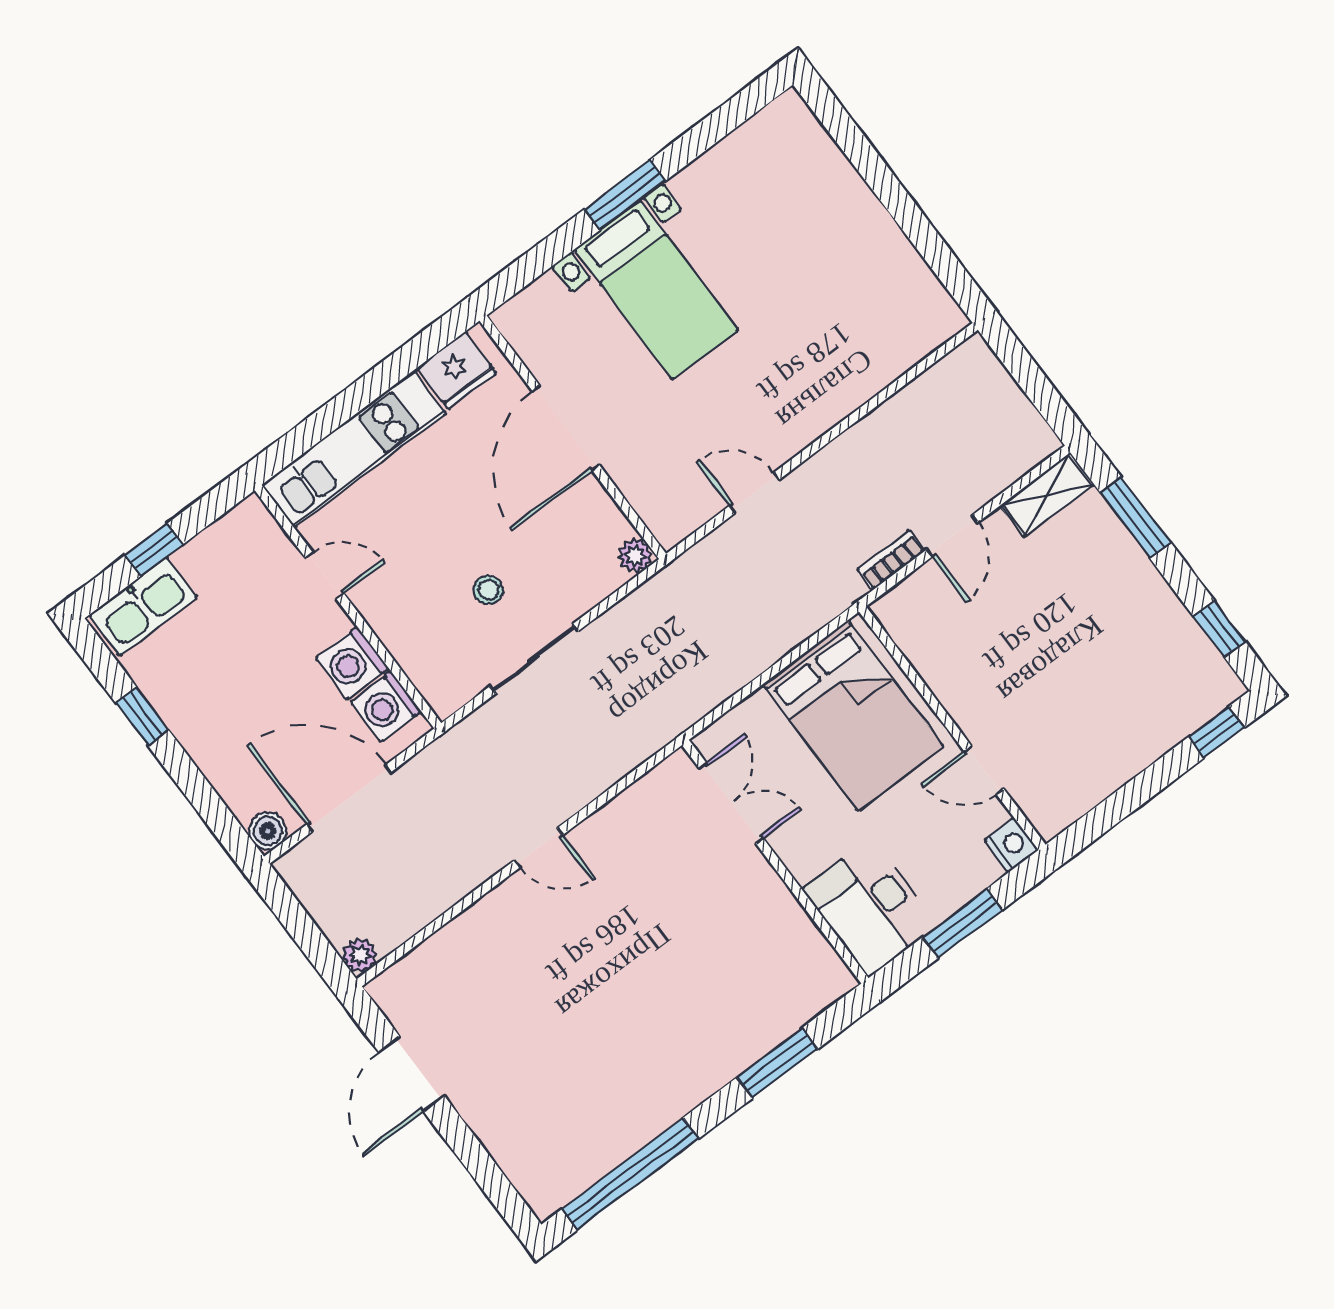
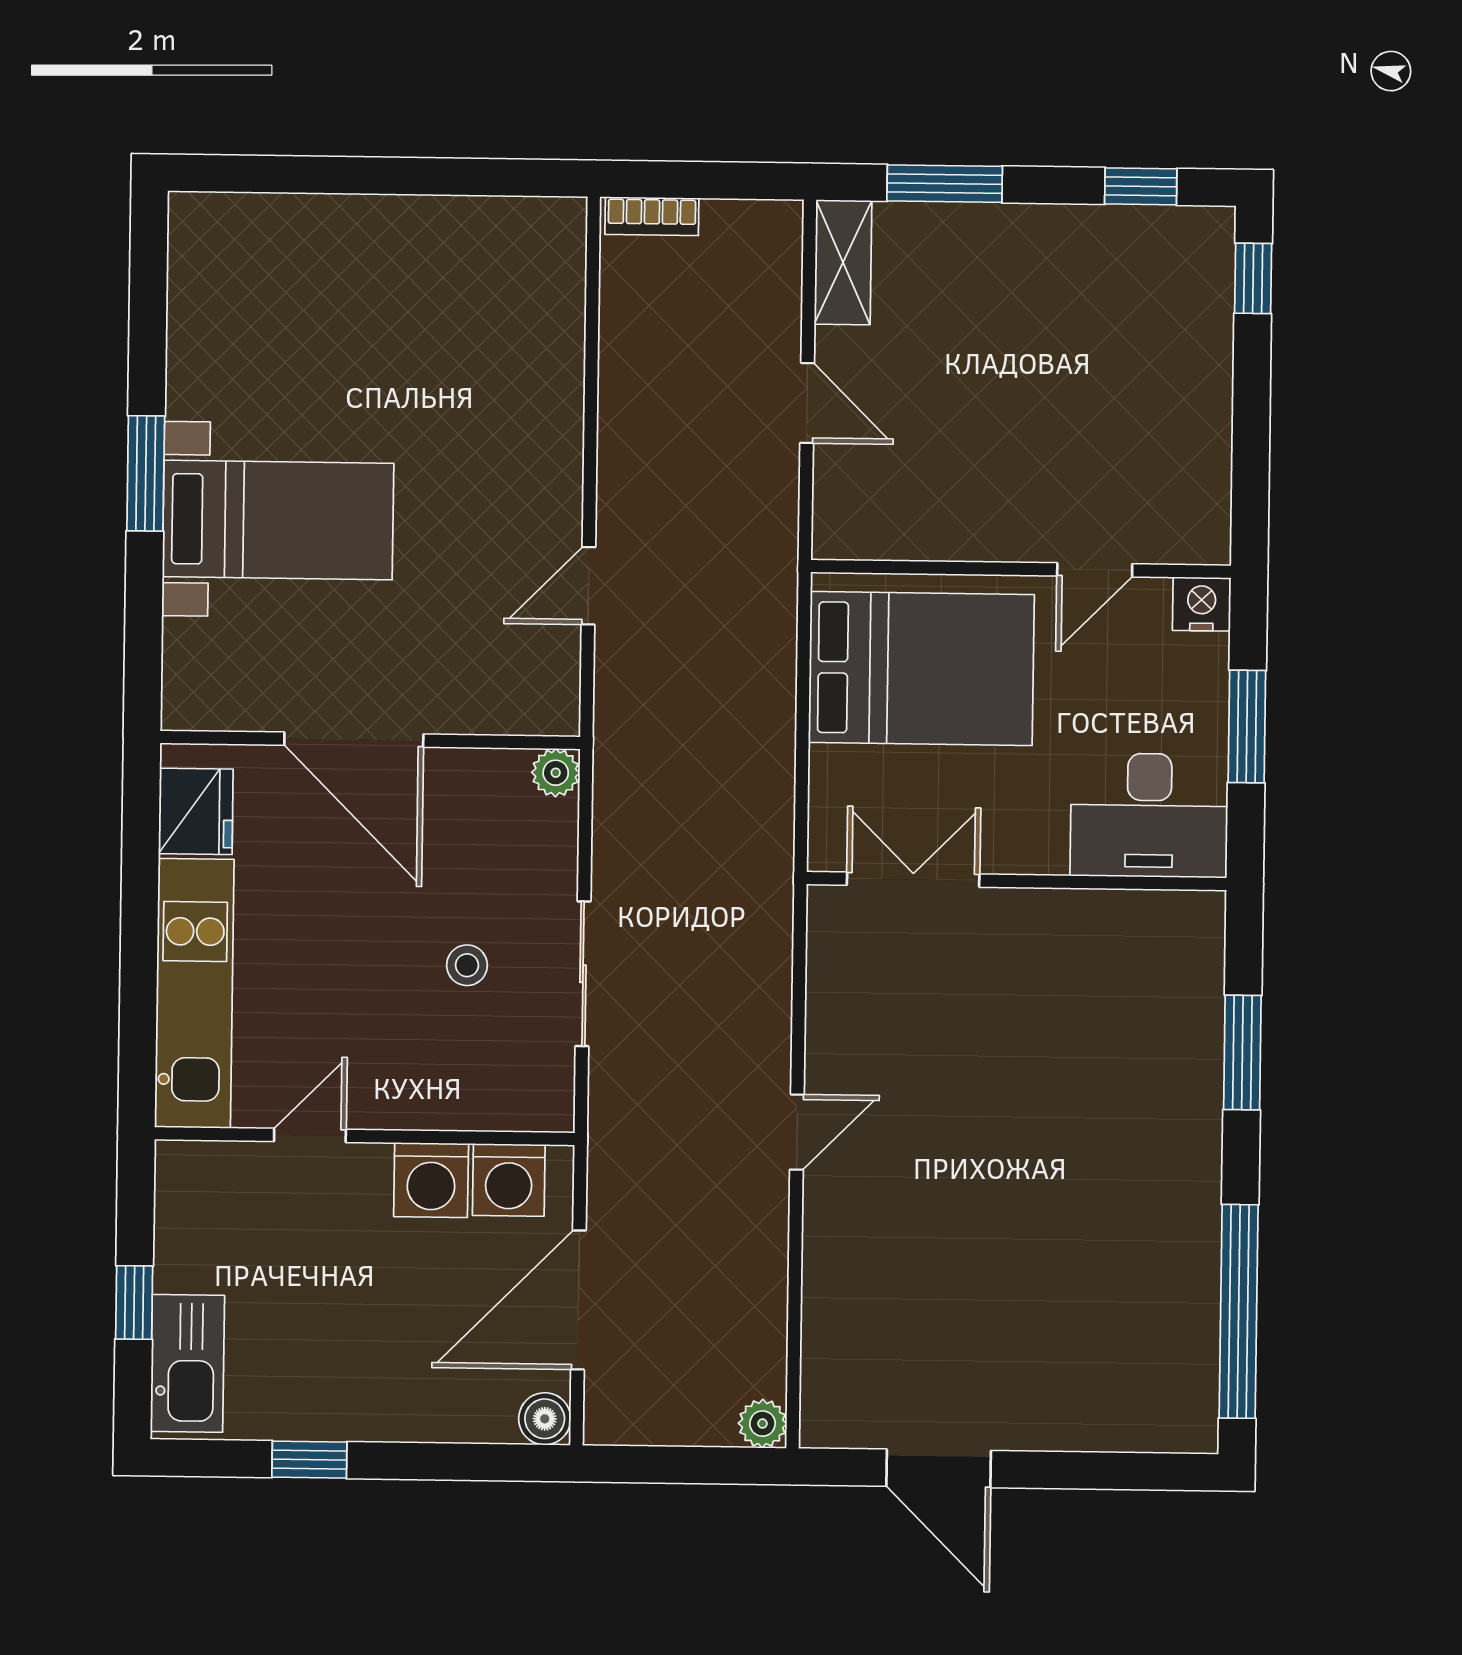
bookcase: (891, 560) -> (652, 216), moved, turned -90

